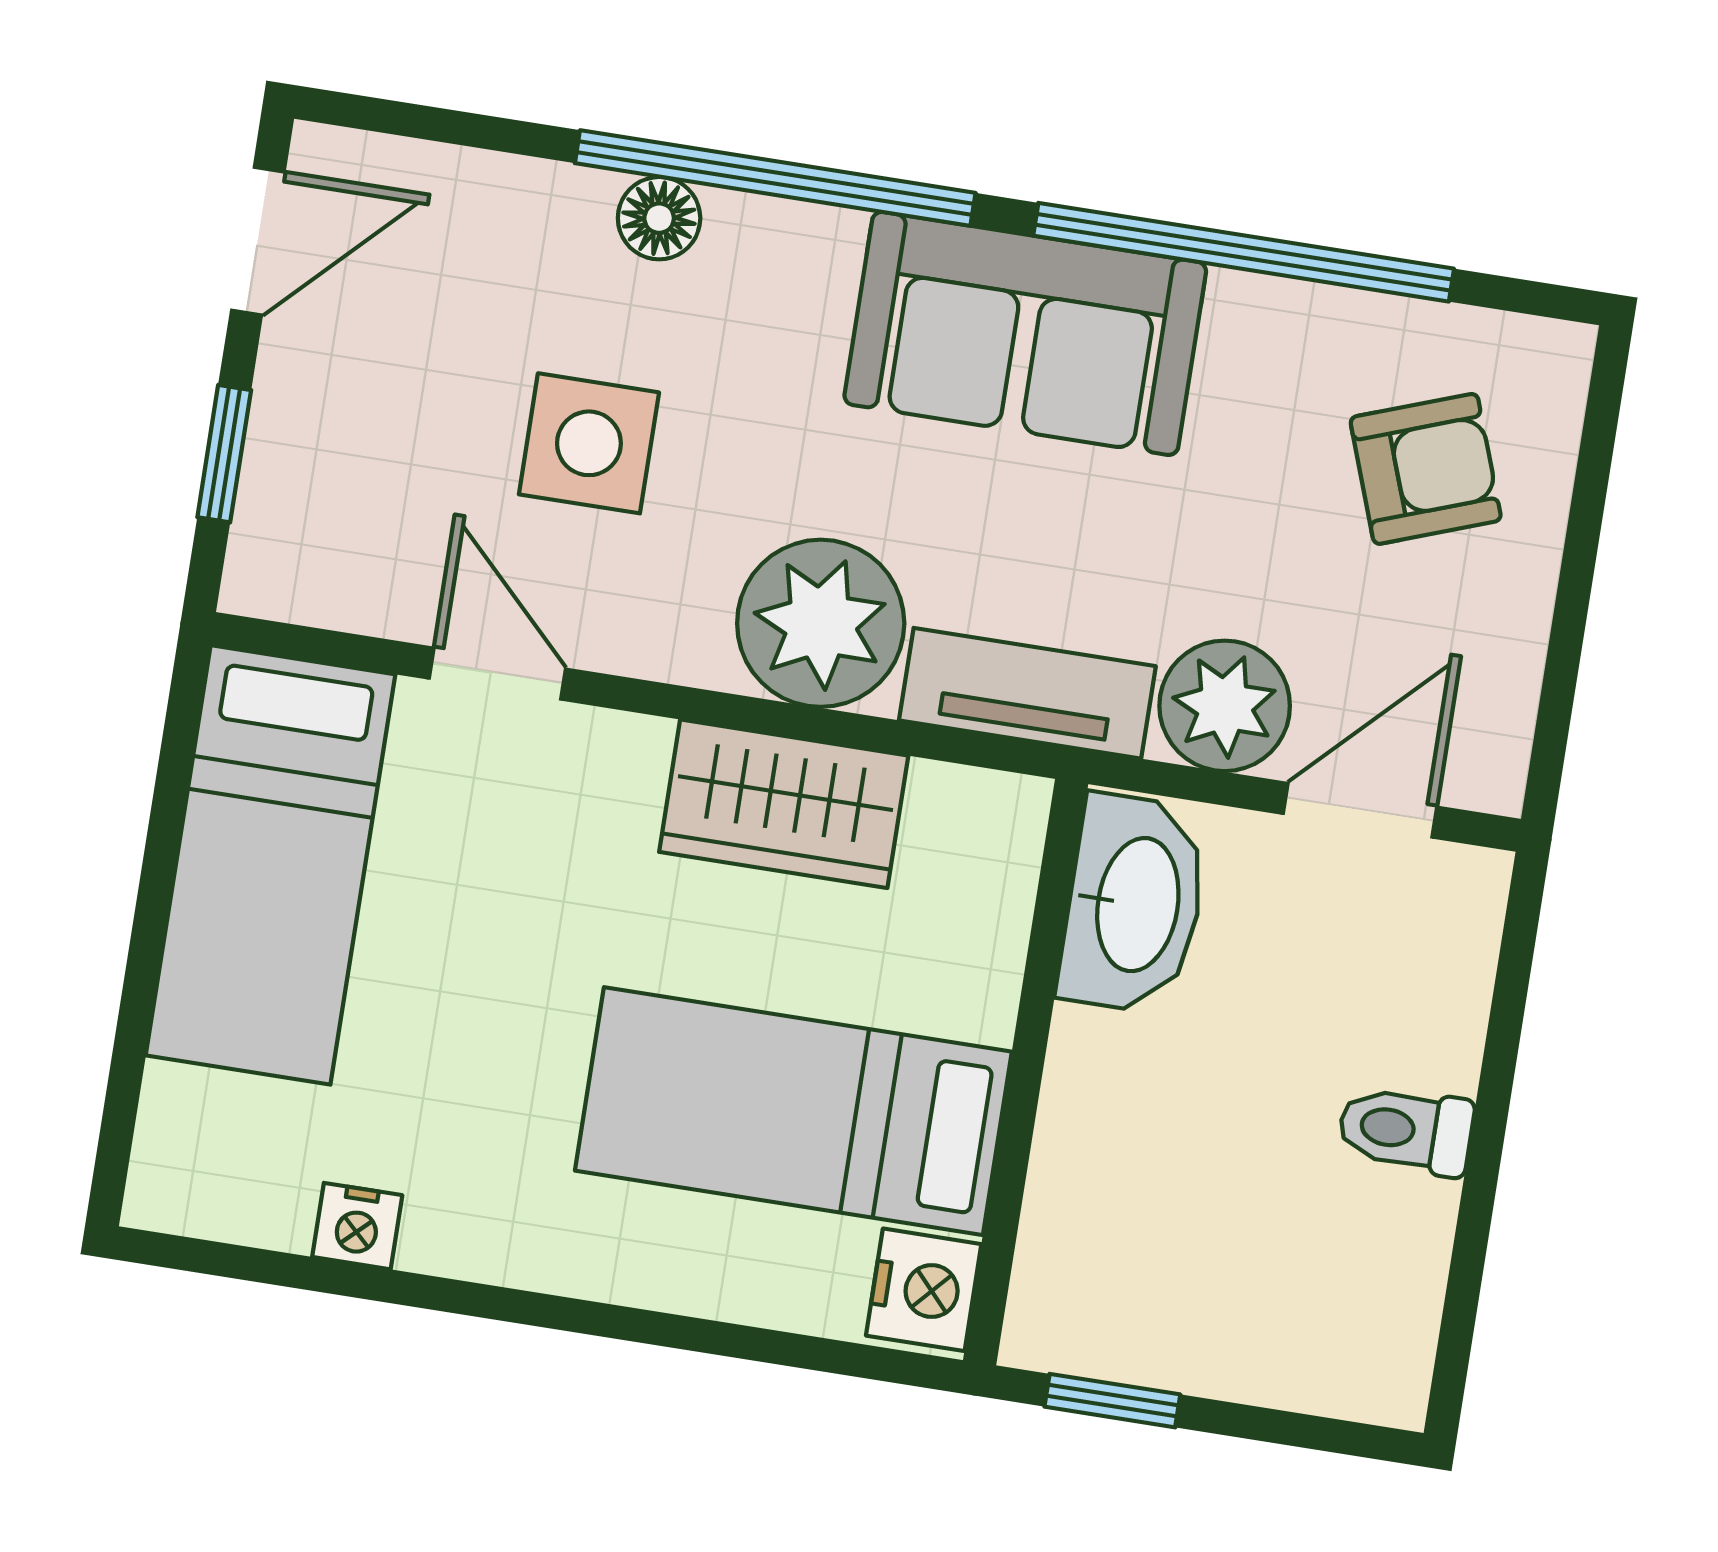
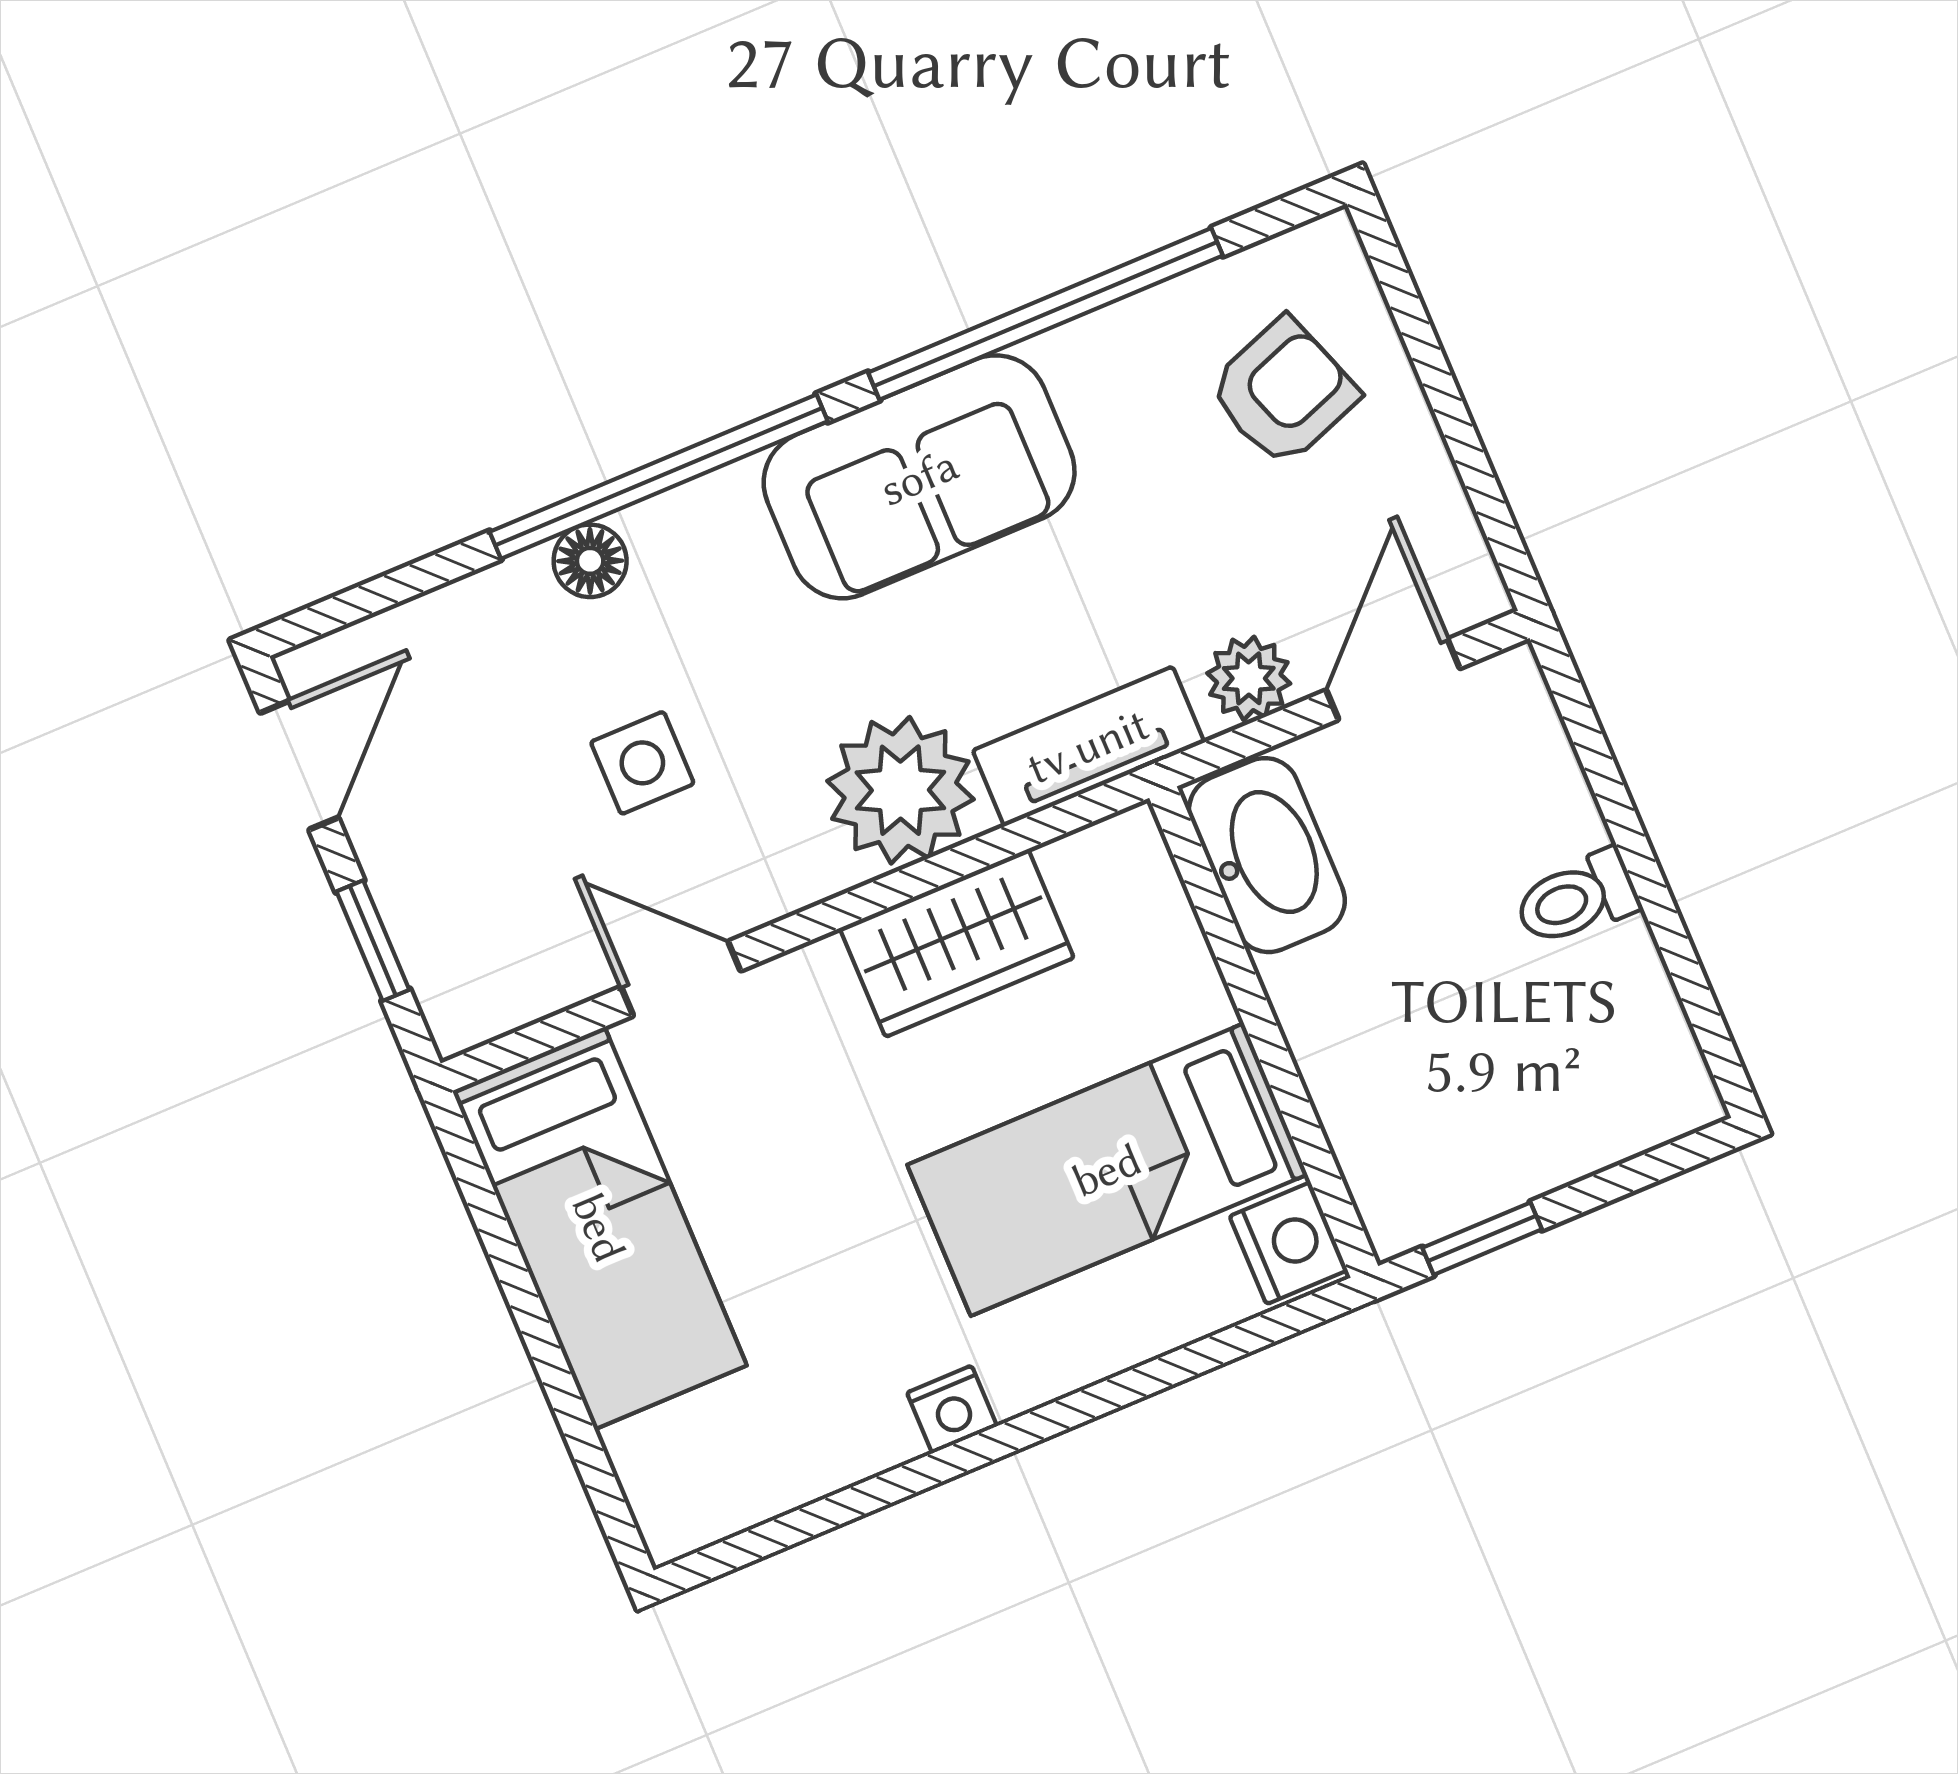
side table: (589, 443) -> (642, 763), width x0.73, depth x0.73
plant: (1225, 706) -> (1249, 678), width x0.73, depth x0.73
nightstand: (357, 1226) -> (952, 1409), moved

